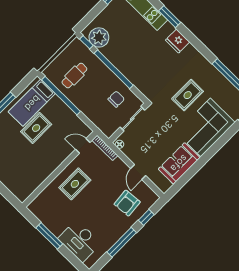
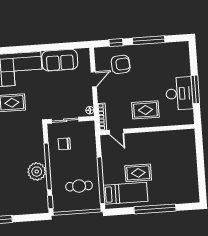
plant: (99, 37) -> (37, 172), moved
desk: (79, 241) -> (179, 94), moved

